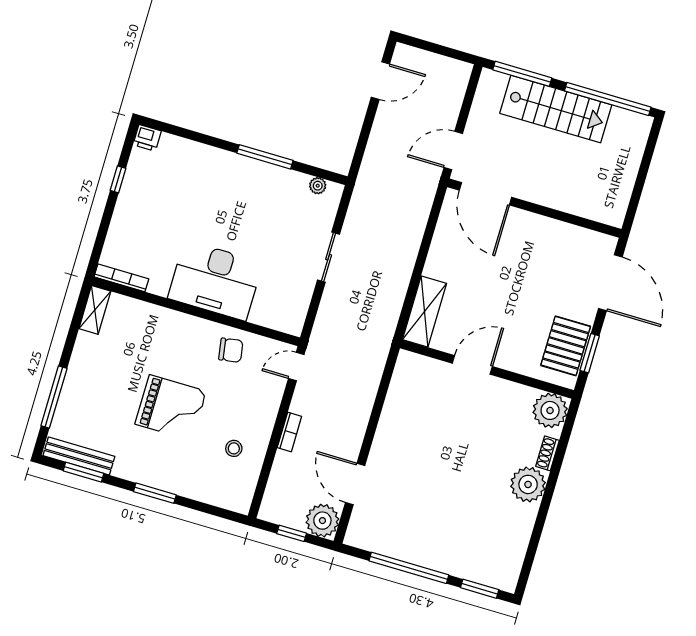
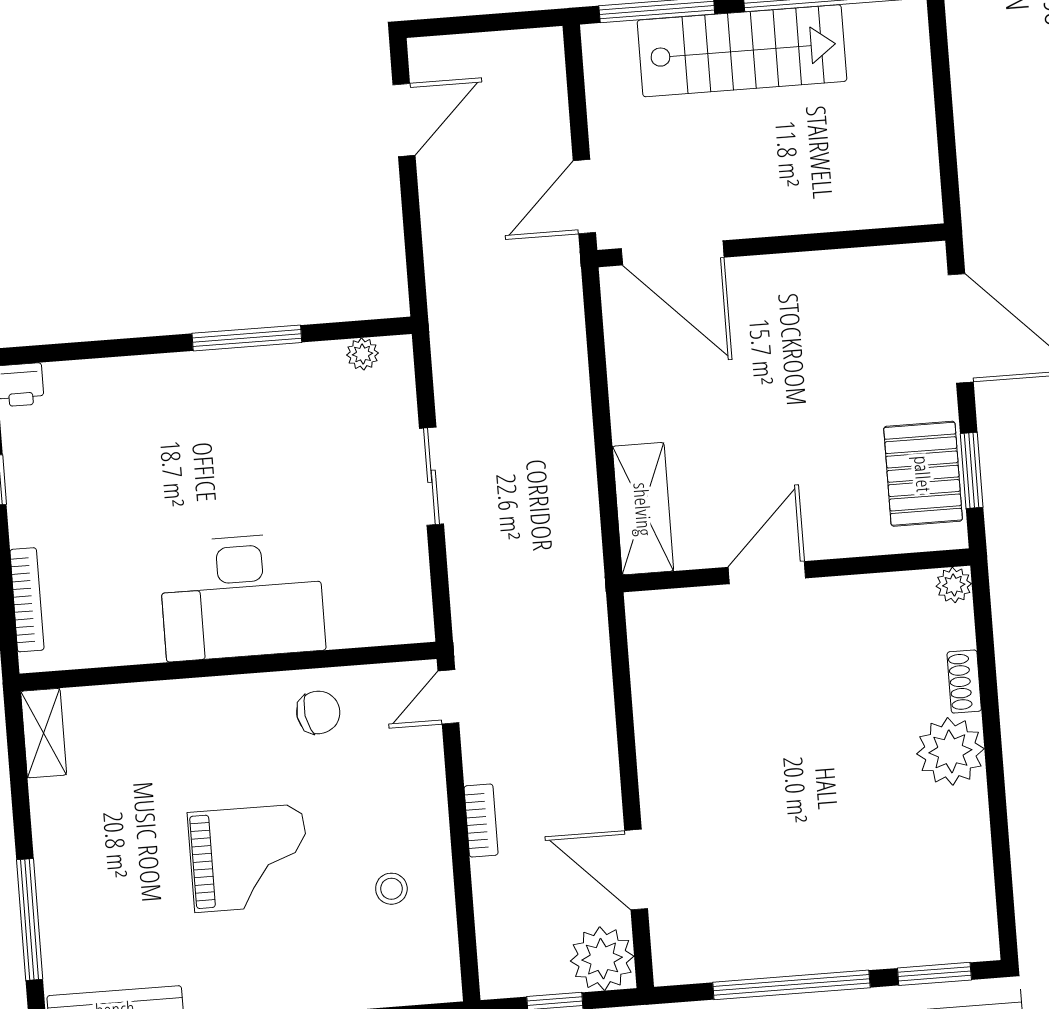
bookcase: (121, 278) -> (27, 600), moved, turned 90
plant: (550, 410) -> (954, 585), width x0.53, depth x0.53

